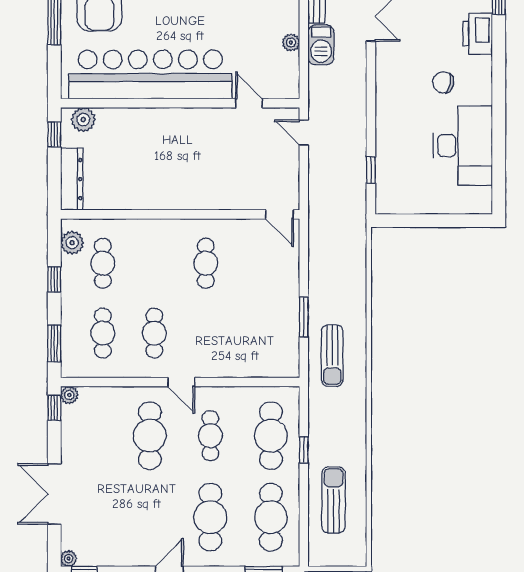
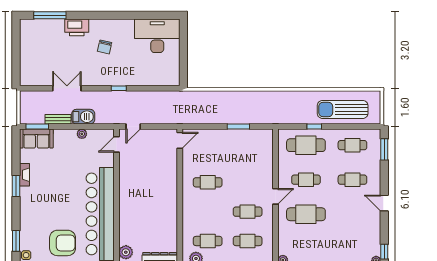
door: (249, 103) -> (116, 144), moved
desk: (463, 146) -> (157, 36), moved
window: (371, 170) -> (119, 88), moved
sun lounger: (332, 356) -> (260, 110), removed
sun lounger: (334, 500) -> (343, 109), width x1.36, depth x1.34
cafe table: (210, 517) -> (352, 180), width x0.73, depth x0.74
cafe table: (271, 517) -> (352, 145), width x0.73, depth x0.74

